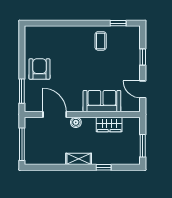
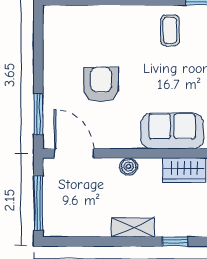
armchair: (39, 69) -> (101, 84), moved
door: (55, 114) -> (74, 153), moved

